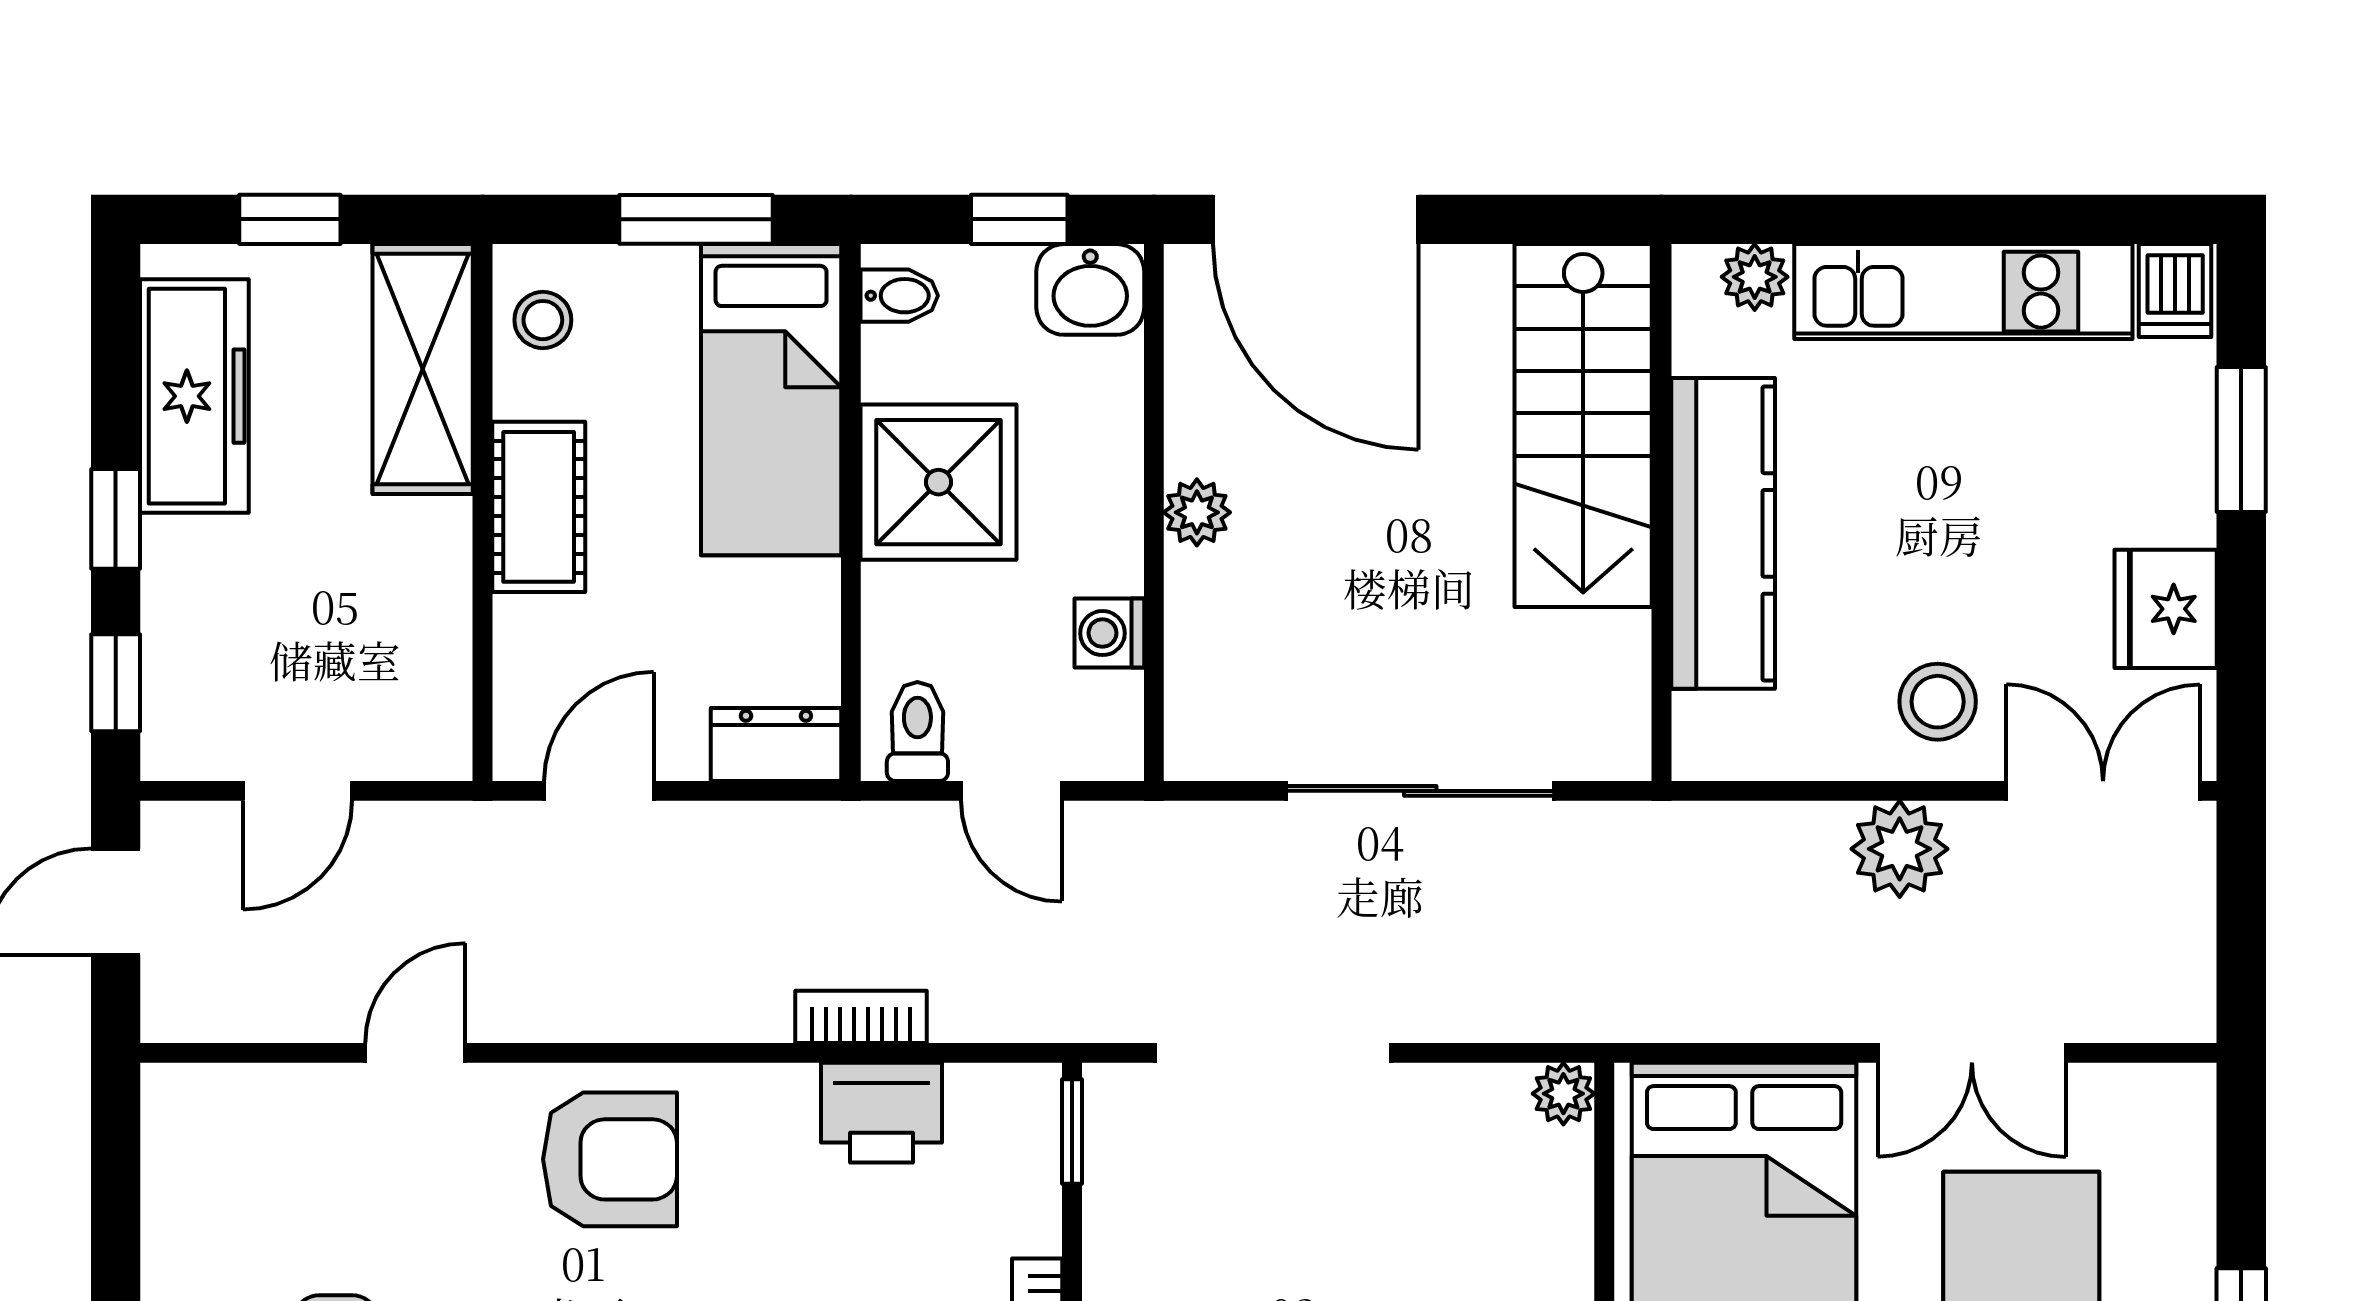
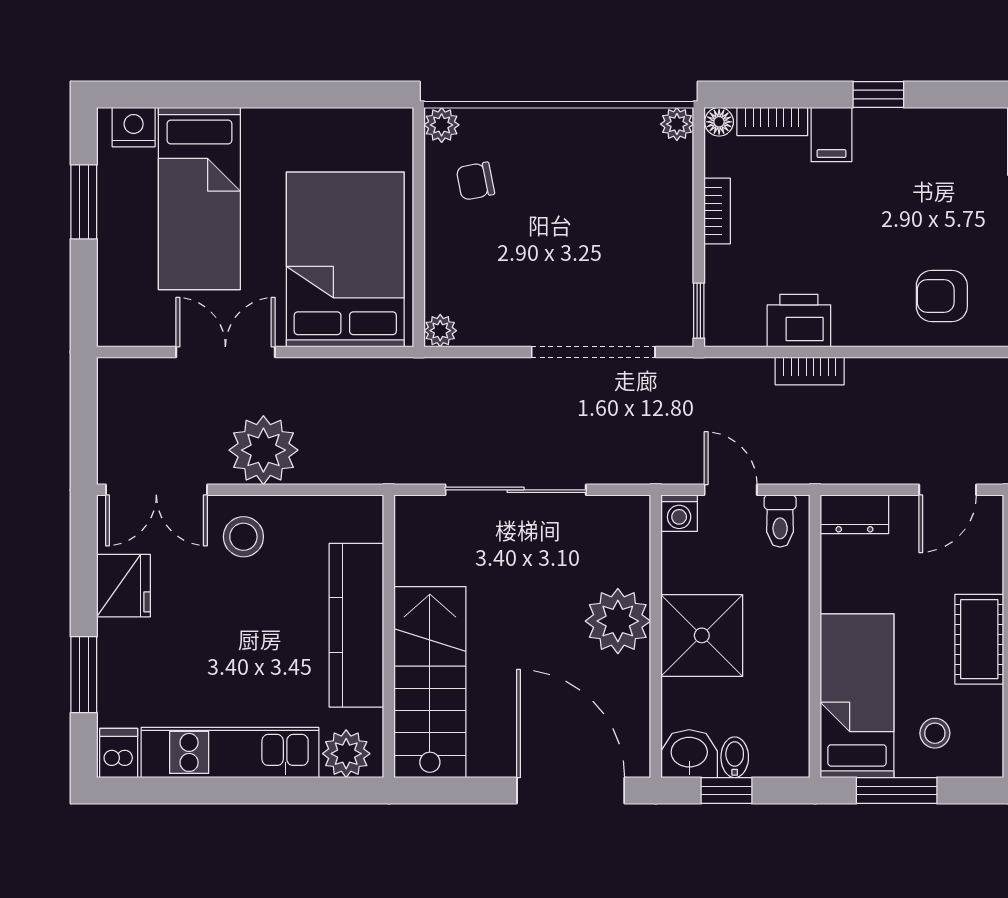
plant: (1755, 277) -> (346, 754), width x1.38, depth x1.38
bidet: (899, 296) -> (735, 757), moved, turned 90
stool: (543, 320) -> (935, 733), moved
shower: (939, 482) -> (702, 635), moved
plant: (1197, 512) -> (618, 621), width x1.88, depth x1.88
washing machine: (1109, 633) -> (679, 513), moved, turned 90
plant: (1900, 849) -> (263, 450), width x1.36, depth x1.36
armchair: (610, 1159) -> (942, 296), width x0.72, depth x0.72

